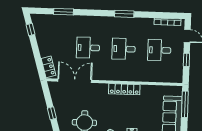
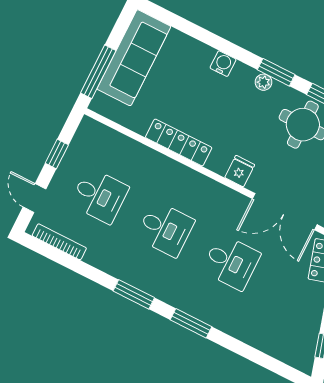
window: (63, 12) -> (191, 323), moved
fridge: (103, 89) -> (240, 171), added
locker: (124, 89) -> (179, 143), moved

